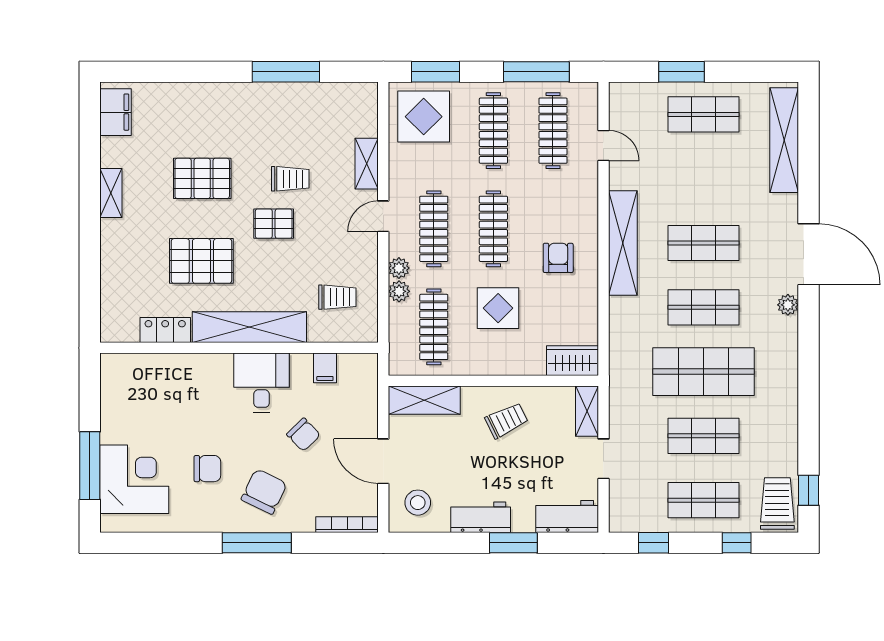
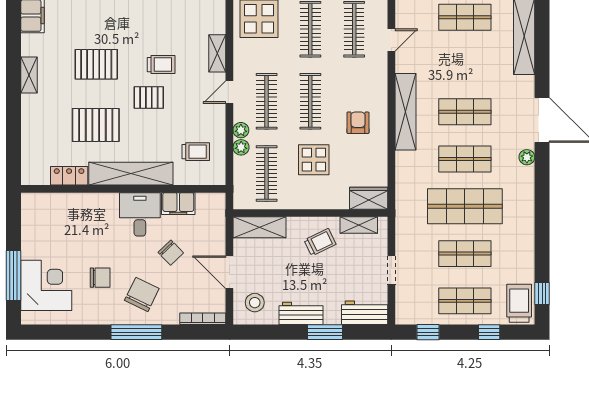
door: (603, 145) -> (391, 40), hinge flipped
filing cabinet: (325, 368) -> (178, 204), width x2.00
shelving: (587, 411) -> (359, 225), moved, turned 90

